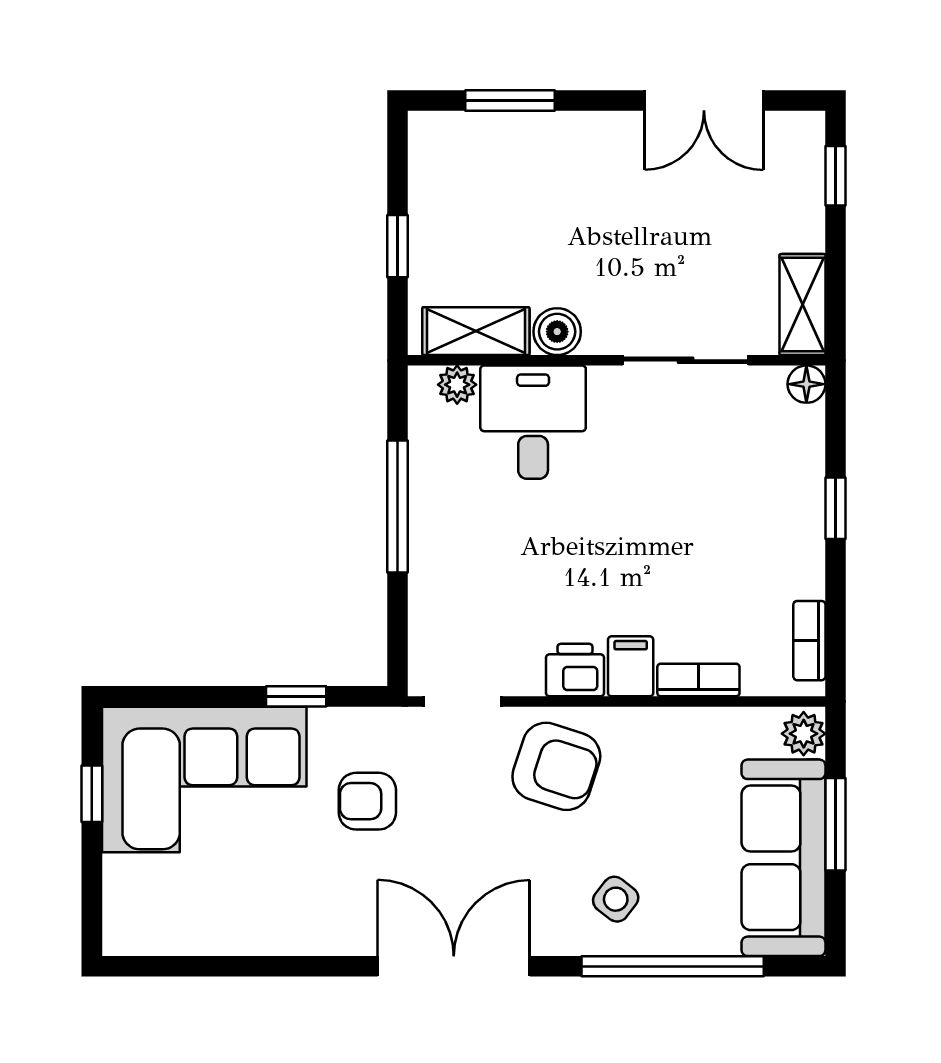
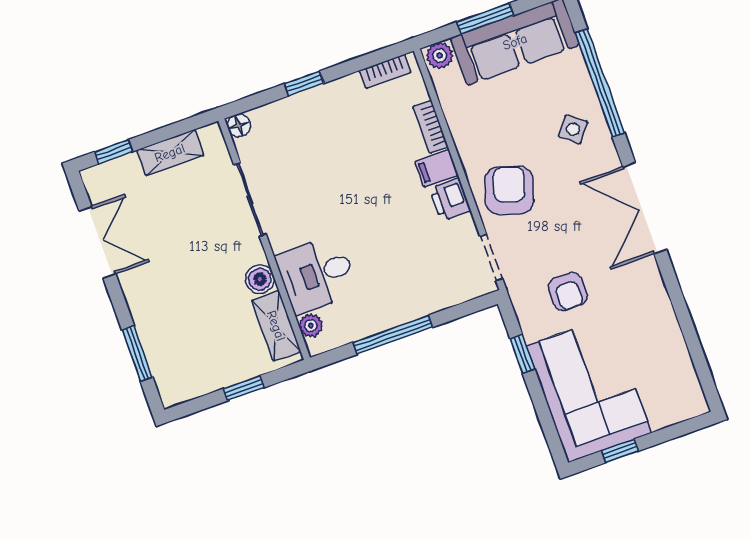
shelving: (802, 305) -> (170, 153), moved

